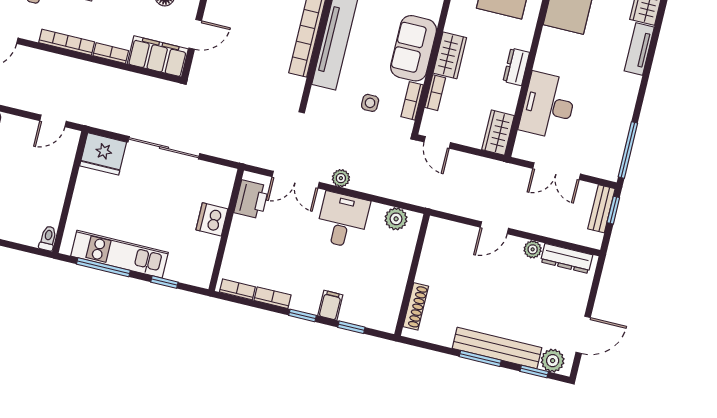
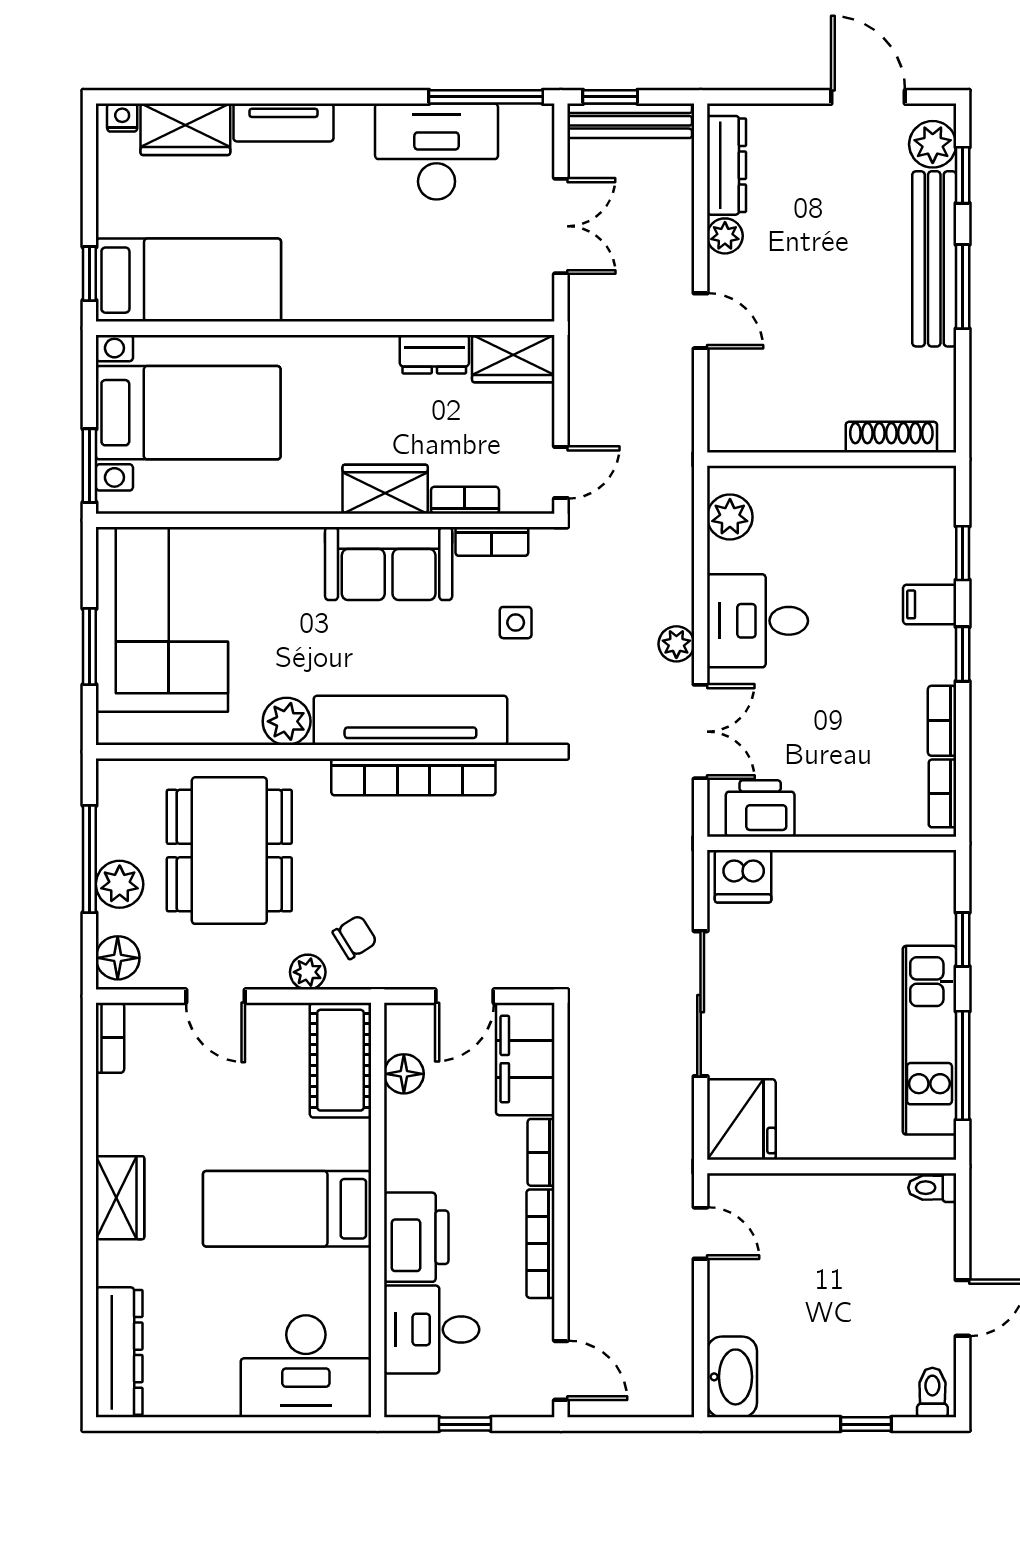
door: (195, 34) -> (464, 996), swing flipped
dresser: (516, 67) -> (434, 354), moved
desk: (548, 106) -> (437, 152), moved, turned 180
bench: (601, 209) -> (630, 121), width x1.36
dishwasher: (212, 219) -> (743, 876), moved

